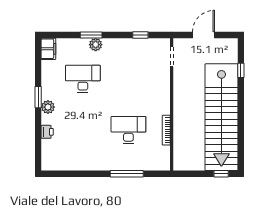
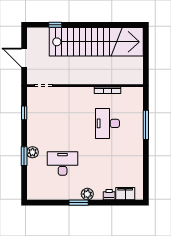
filing cabinet: (48, 49) -> (125, 194), moved
desk: (83, 79) -> (63, 163), turned 90
window: (221, 174) -> (146, 42), removed

